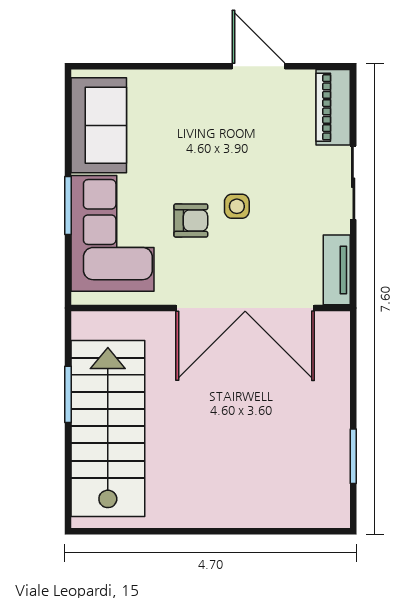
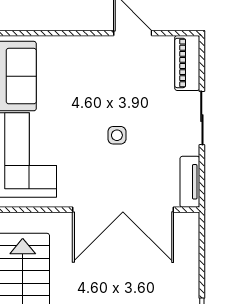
armchair: (191, 221) -> (83, 146), removed

